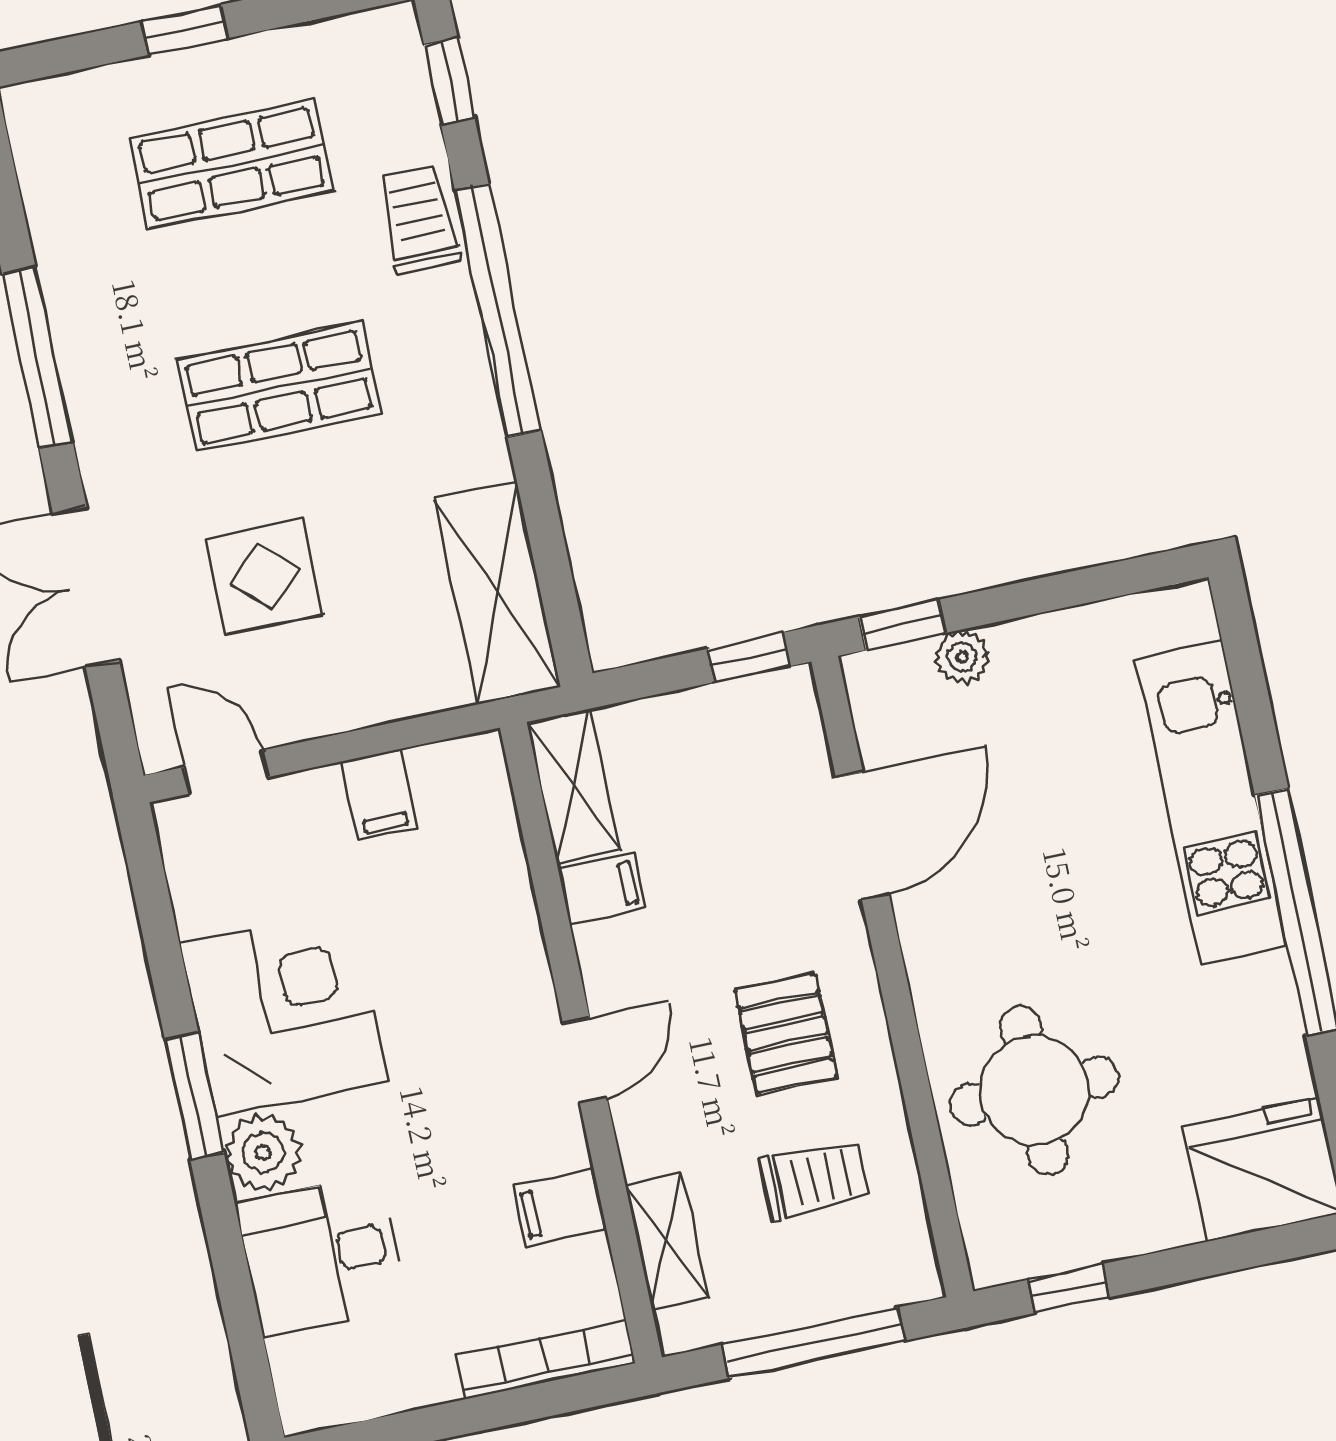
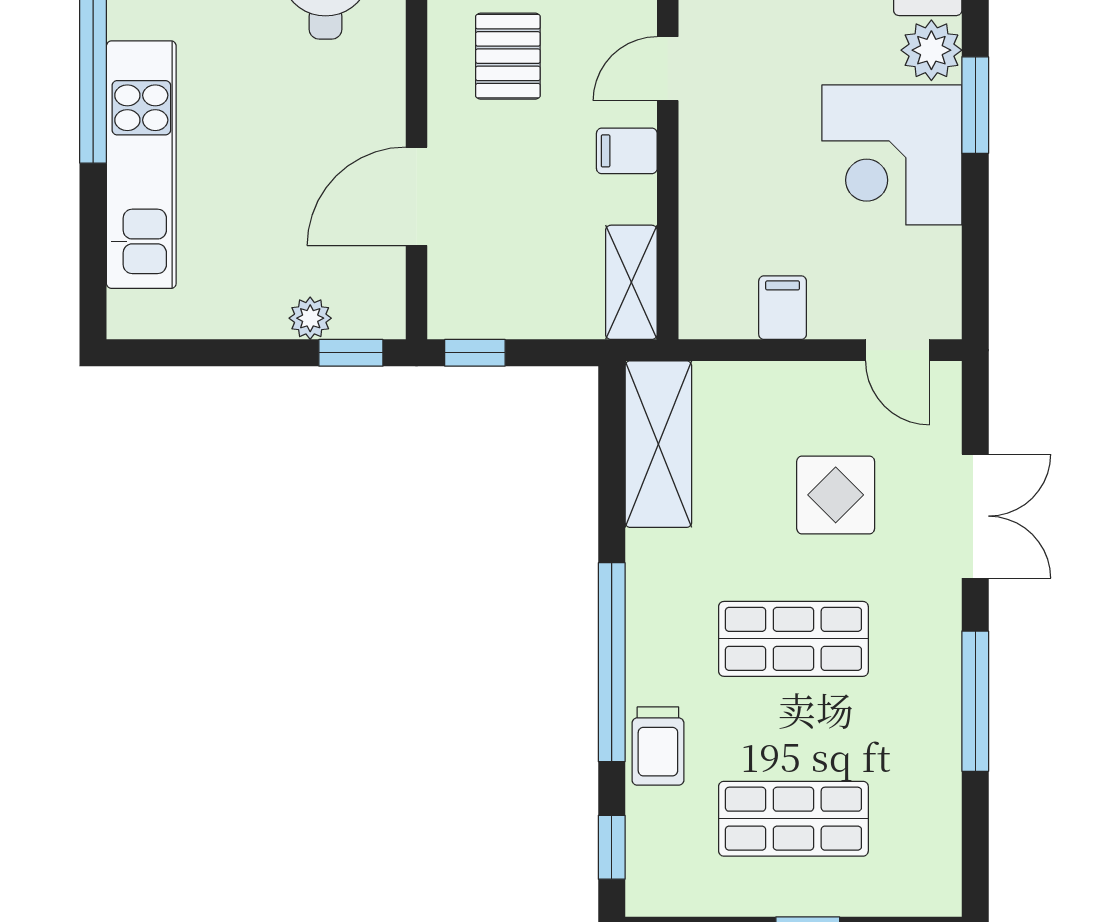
filing cabinet: (601, 889) -> (627, 151), moved

